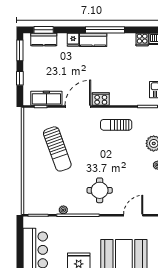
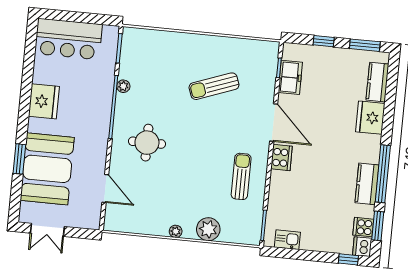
window: (44, 30) -> (378, 226), moved
fridge: (73, 40) -> (370, 118), width x1.88, depth x1.34
kitchen counter: (93, 40) -> (367, 184), moved
freezer: (46, 98) -> (290, 77), width x0.71
sun lounger: (57, 149) -> (214, 86), width x0.73, depth x0.75

